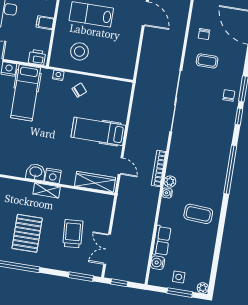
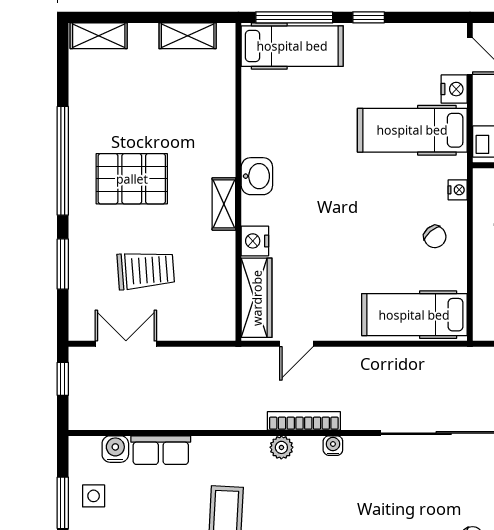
hospital bed: (98, 131) -> (414, 315), moved, turned -90
nightstand: (53, 176) -> (255, 241), moved
water cooler: (167, 193) -> (333, 446), moved
window: (81, 277) -> (63, 264), moved

